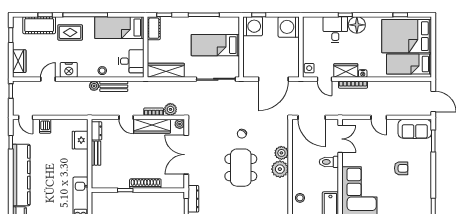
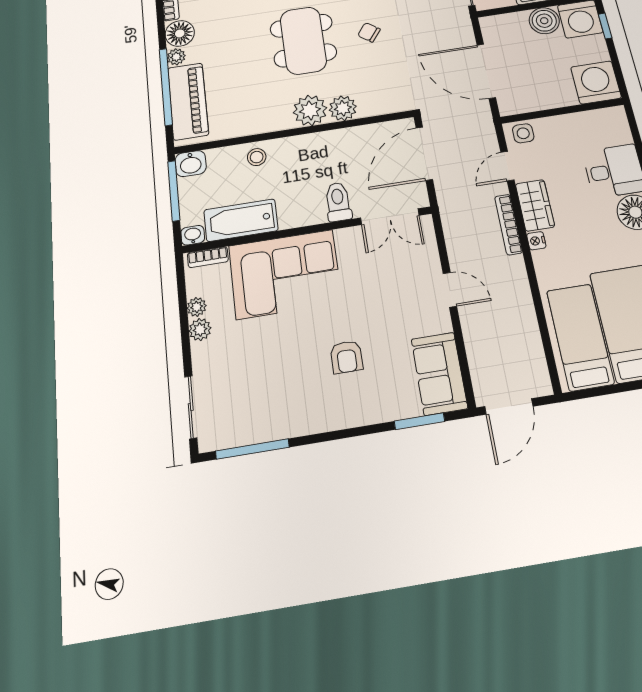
boiler: (250, 44) -> (544, 21), added
door: (379, 117) -> (450, 290), swing flipped
dining table: (241, 168) -> (303, 40), turned 90

